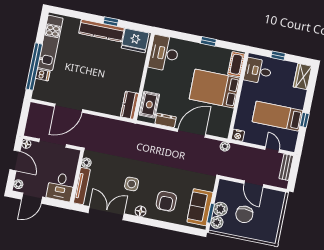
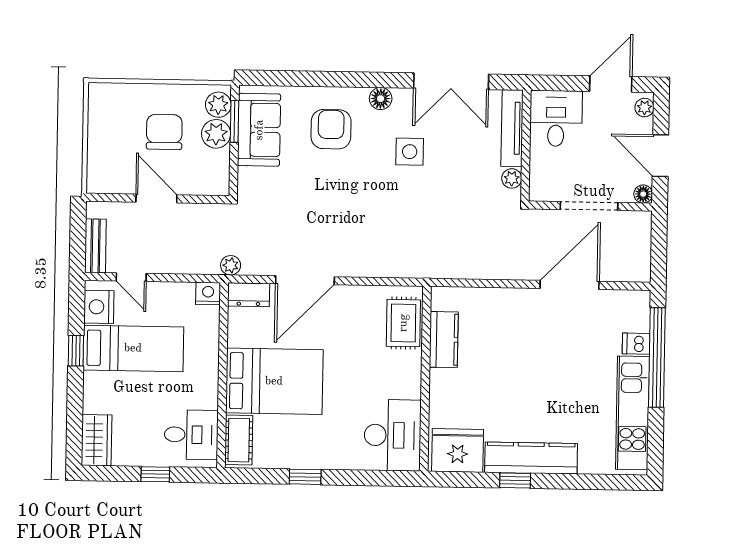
kitchen counter: (130, 105) -> (444, 340), moved
dresser: (166, 120) -> (249, 295), moved
nightstand: (290, 138) -> (99, 307), added

